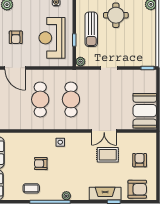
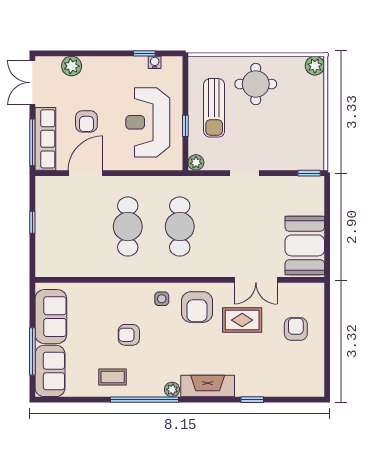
door: (15, 68) -> (86, 173), swing flipped
double door: (104, 131) -> (256, 280), moved
armchair: (137, 189) -> (197, 307), moved, turned 90
fireplace: (105, 194) -> (208, 386), moved

